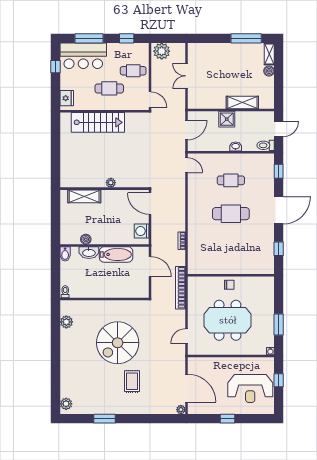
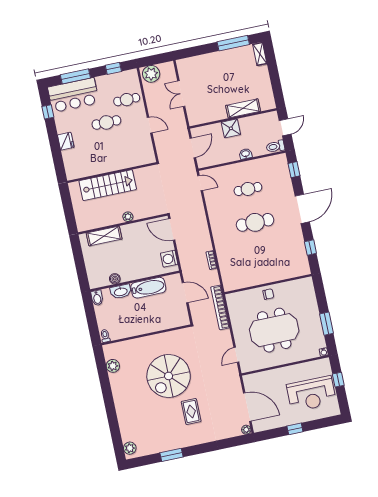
boiler: (269, 71) -> (263, 71), removed
wall: (104, 111) -> (112, 173), moved
stairs: (98, 122) -> (108, 185), moved

